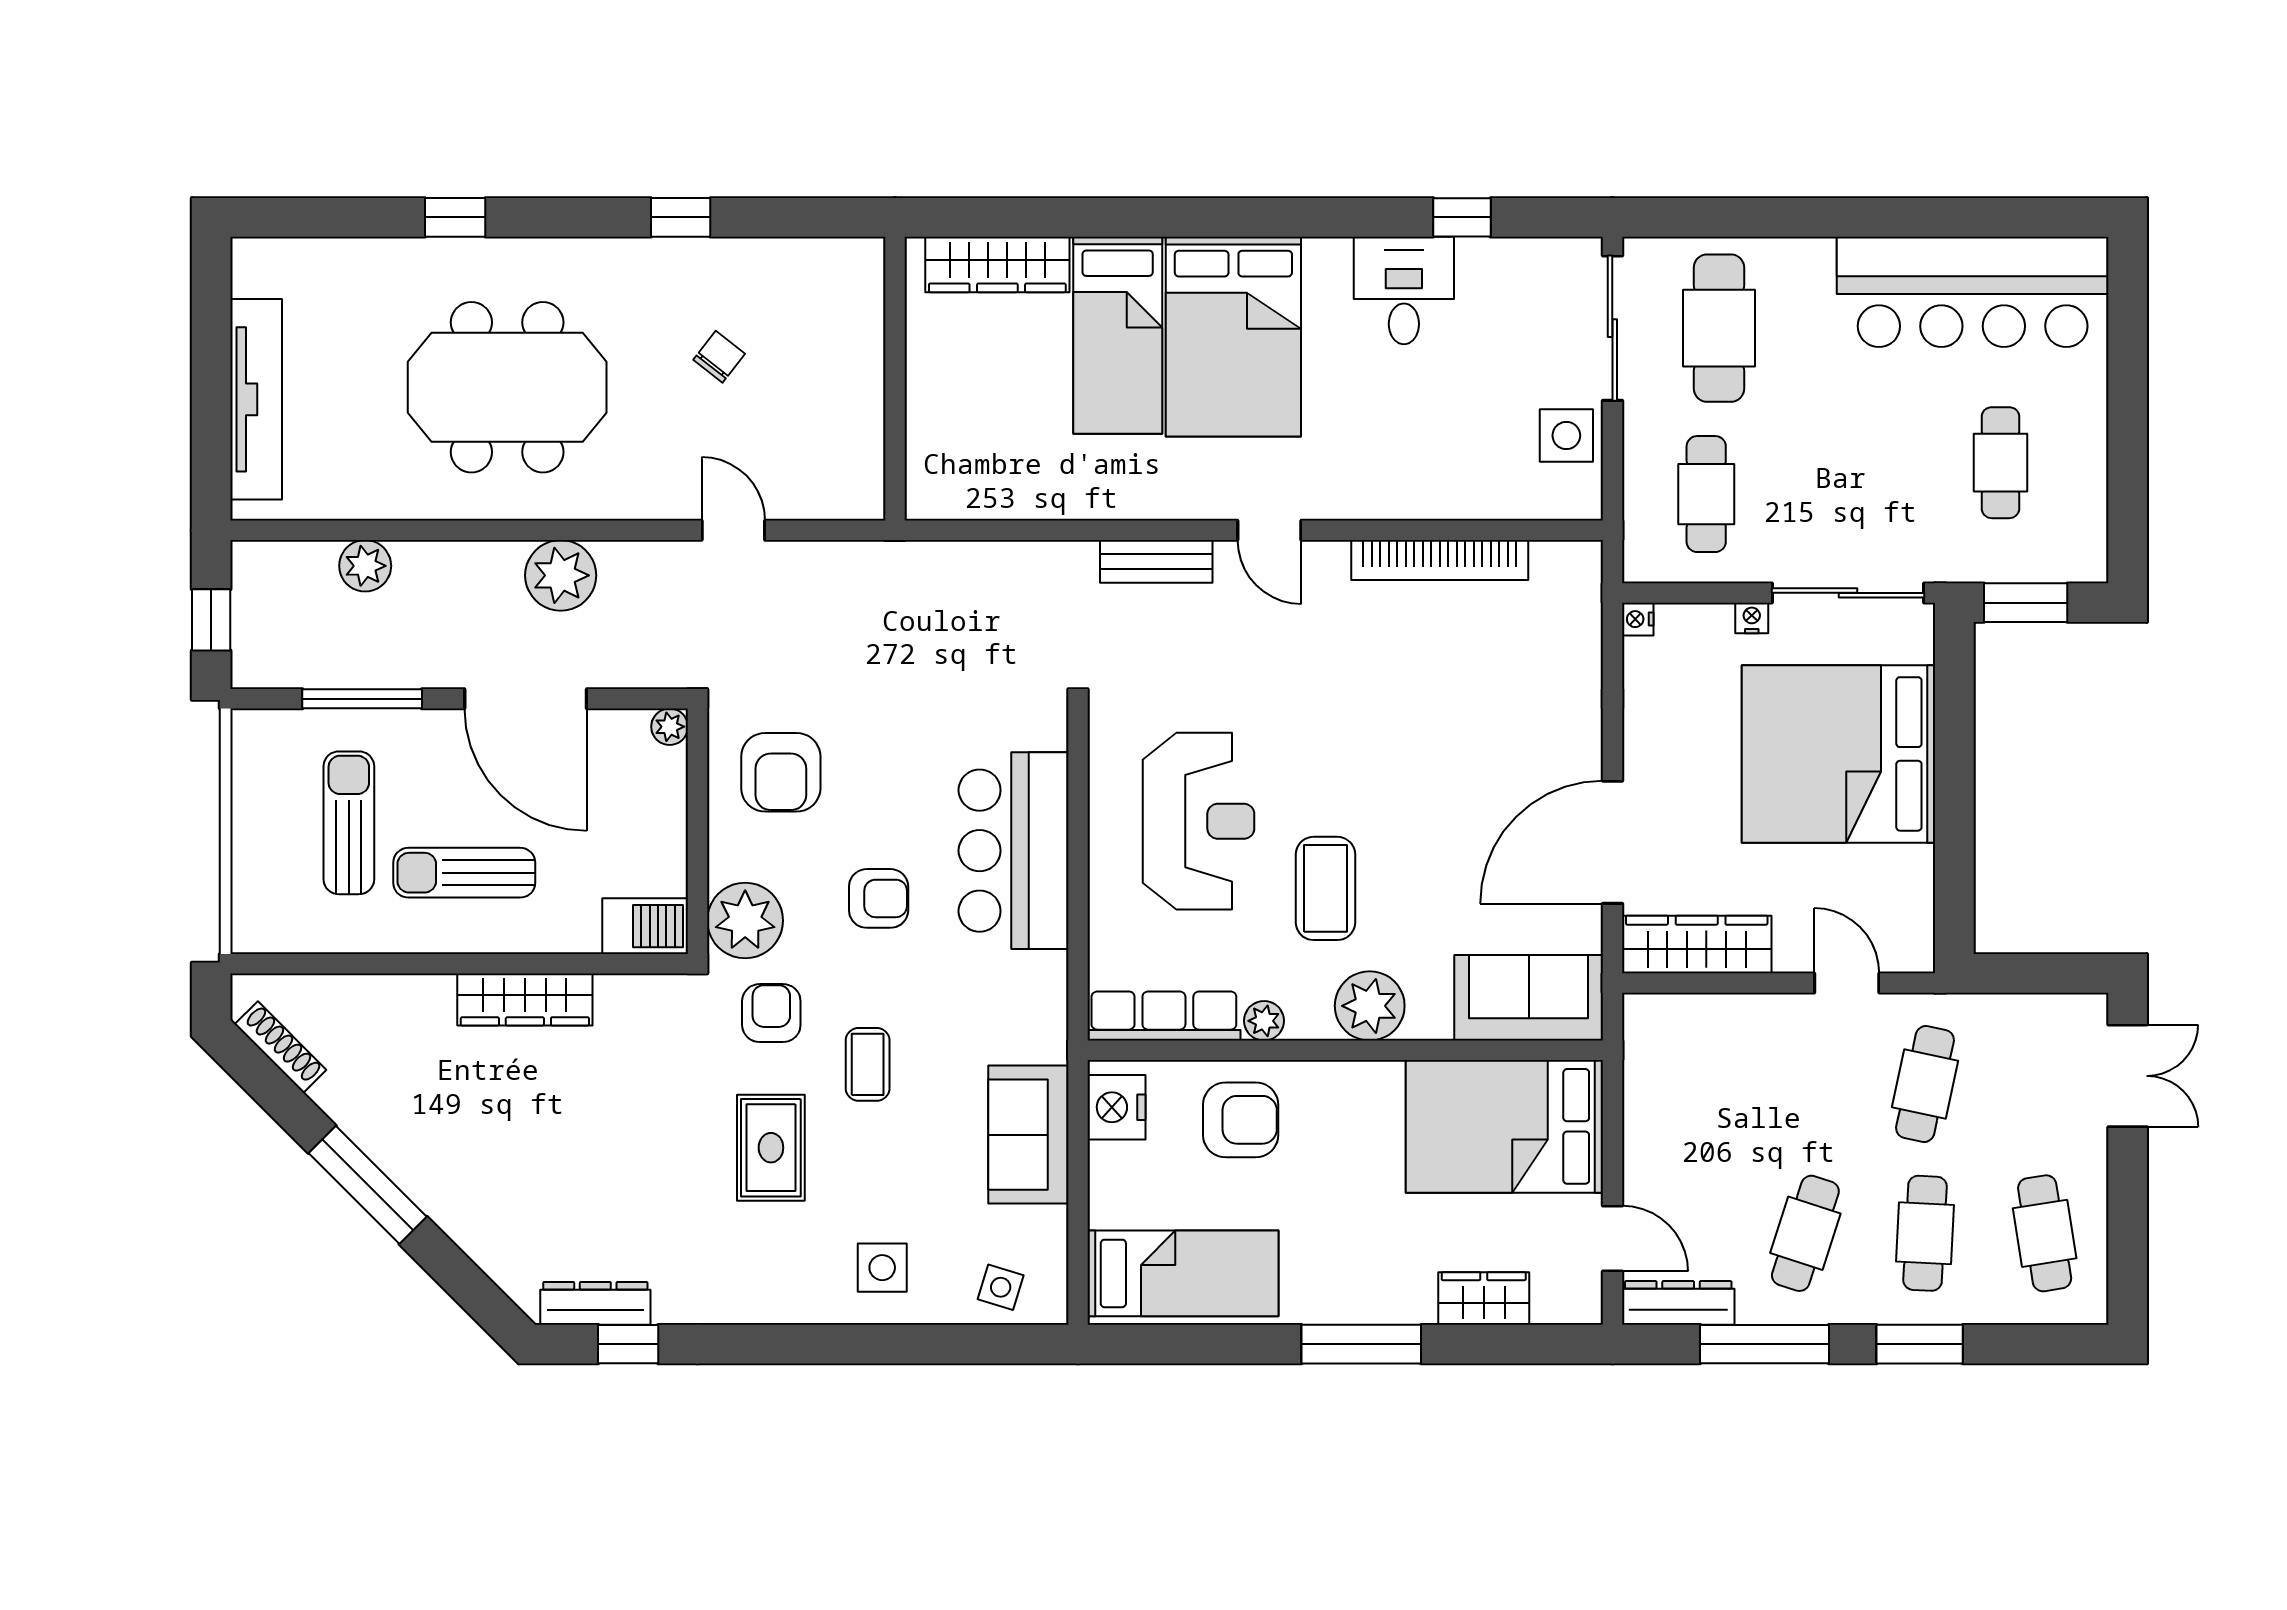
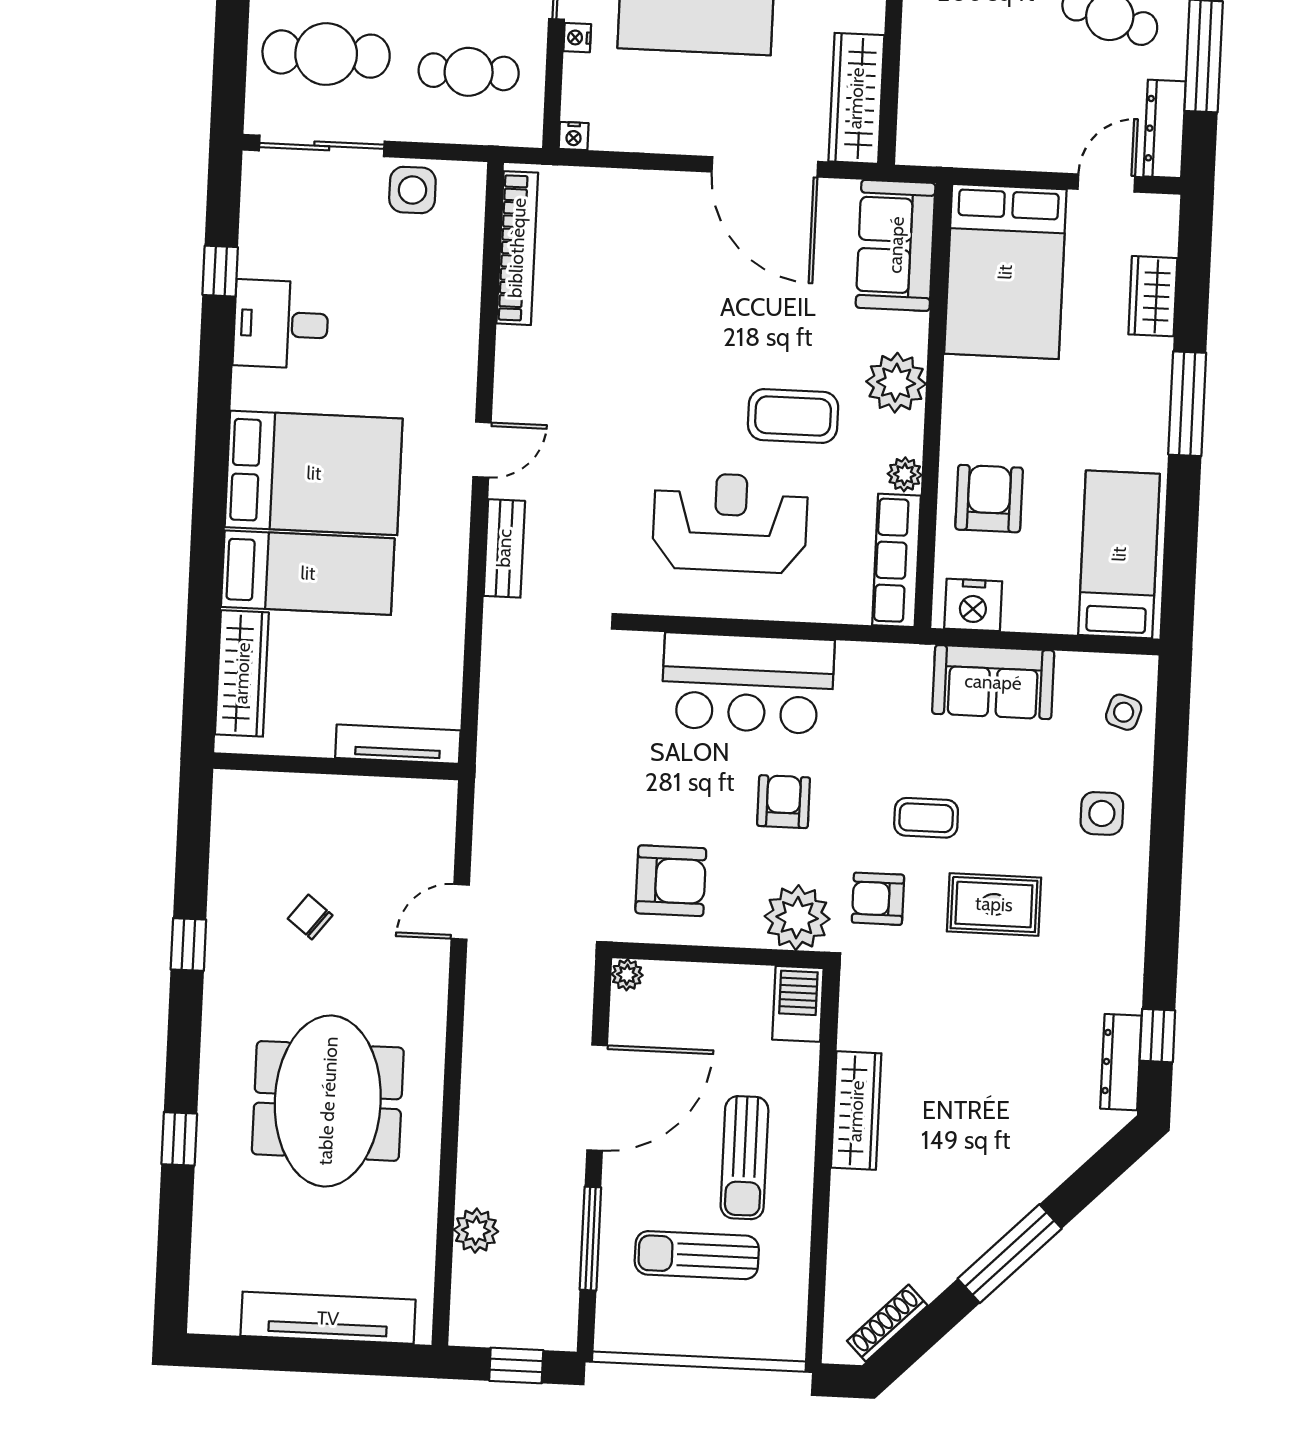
tv unit: (924, 449) -> (398, 744), added
bookcase: (1440, 560) -> (517, 248), moved
plant: (561, 575) -> (492, 1062), removed

